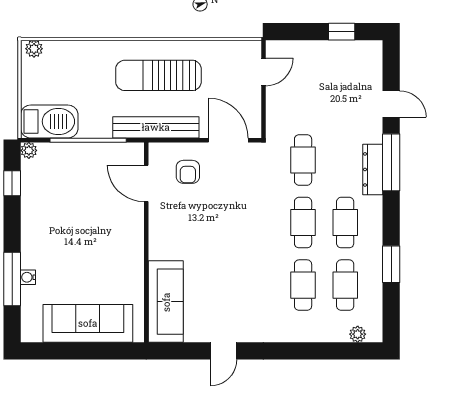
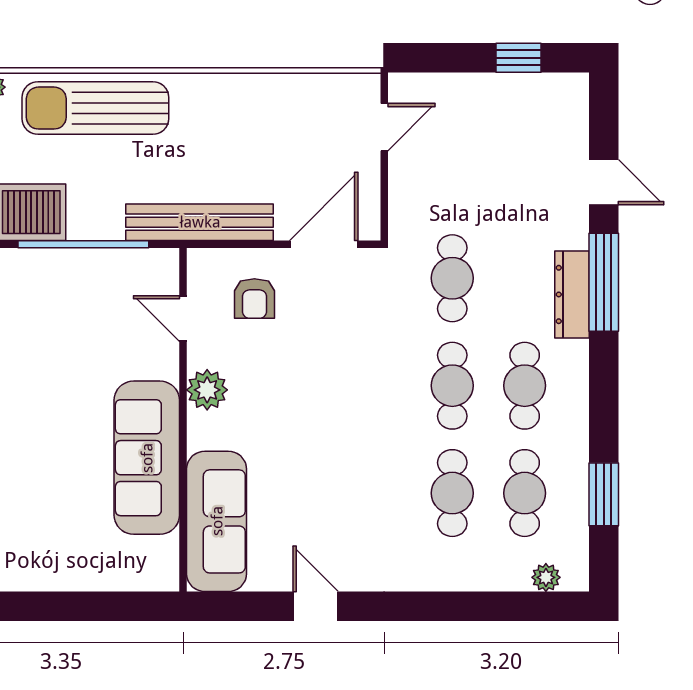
sun lounger: (158, 75) -> (95, 108), moved
door: (228, 140) -> (324, 244), hinge flipped
door: (146, 183) -> (183, 318), width x0.73
plant: (160, 225) -> (207, 390), added
window: (391, 264) -> (604, 494), moved
sofa: (88, 323) -> (147, 458), moved, turned -90
door: (223, 351) -> (316, 606), swing flipped

